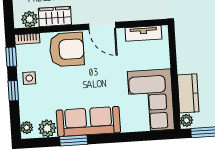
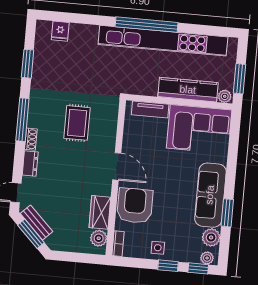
door: (102, 26) -> (117, 166), hinge flipped
tv unit: (143, 33) -> (150, 109), moved, turned 90
window: (11, 57) -> (198, 268), moved
kitchen counter: (188, 93) -> (188, 90), width x1.50

